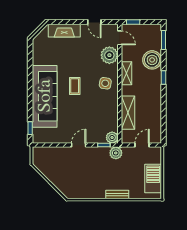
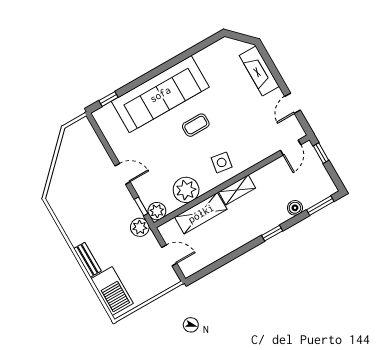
plant: (109, 55) -> (186, 190), moved
boiler: (152, 60) -> (295, 208), width x0.54, depth x0.54
shelving: (126, 73) -> (237, 190), moved
barbecue: (153, 179) -> (112, 291), moved, turned 90

